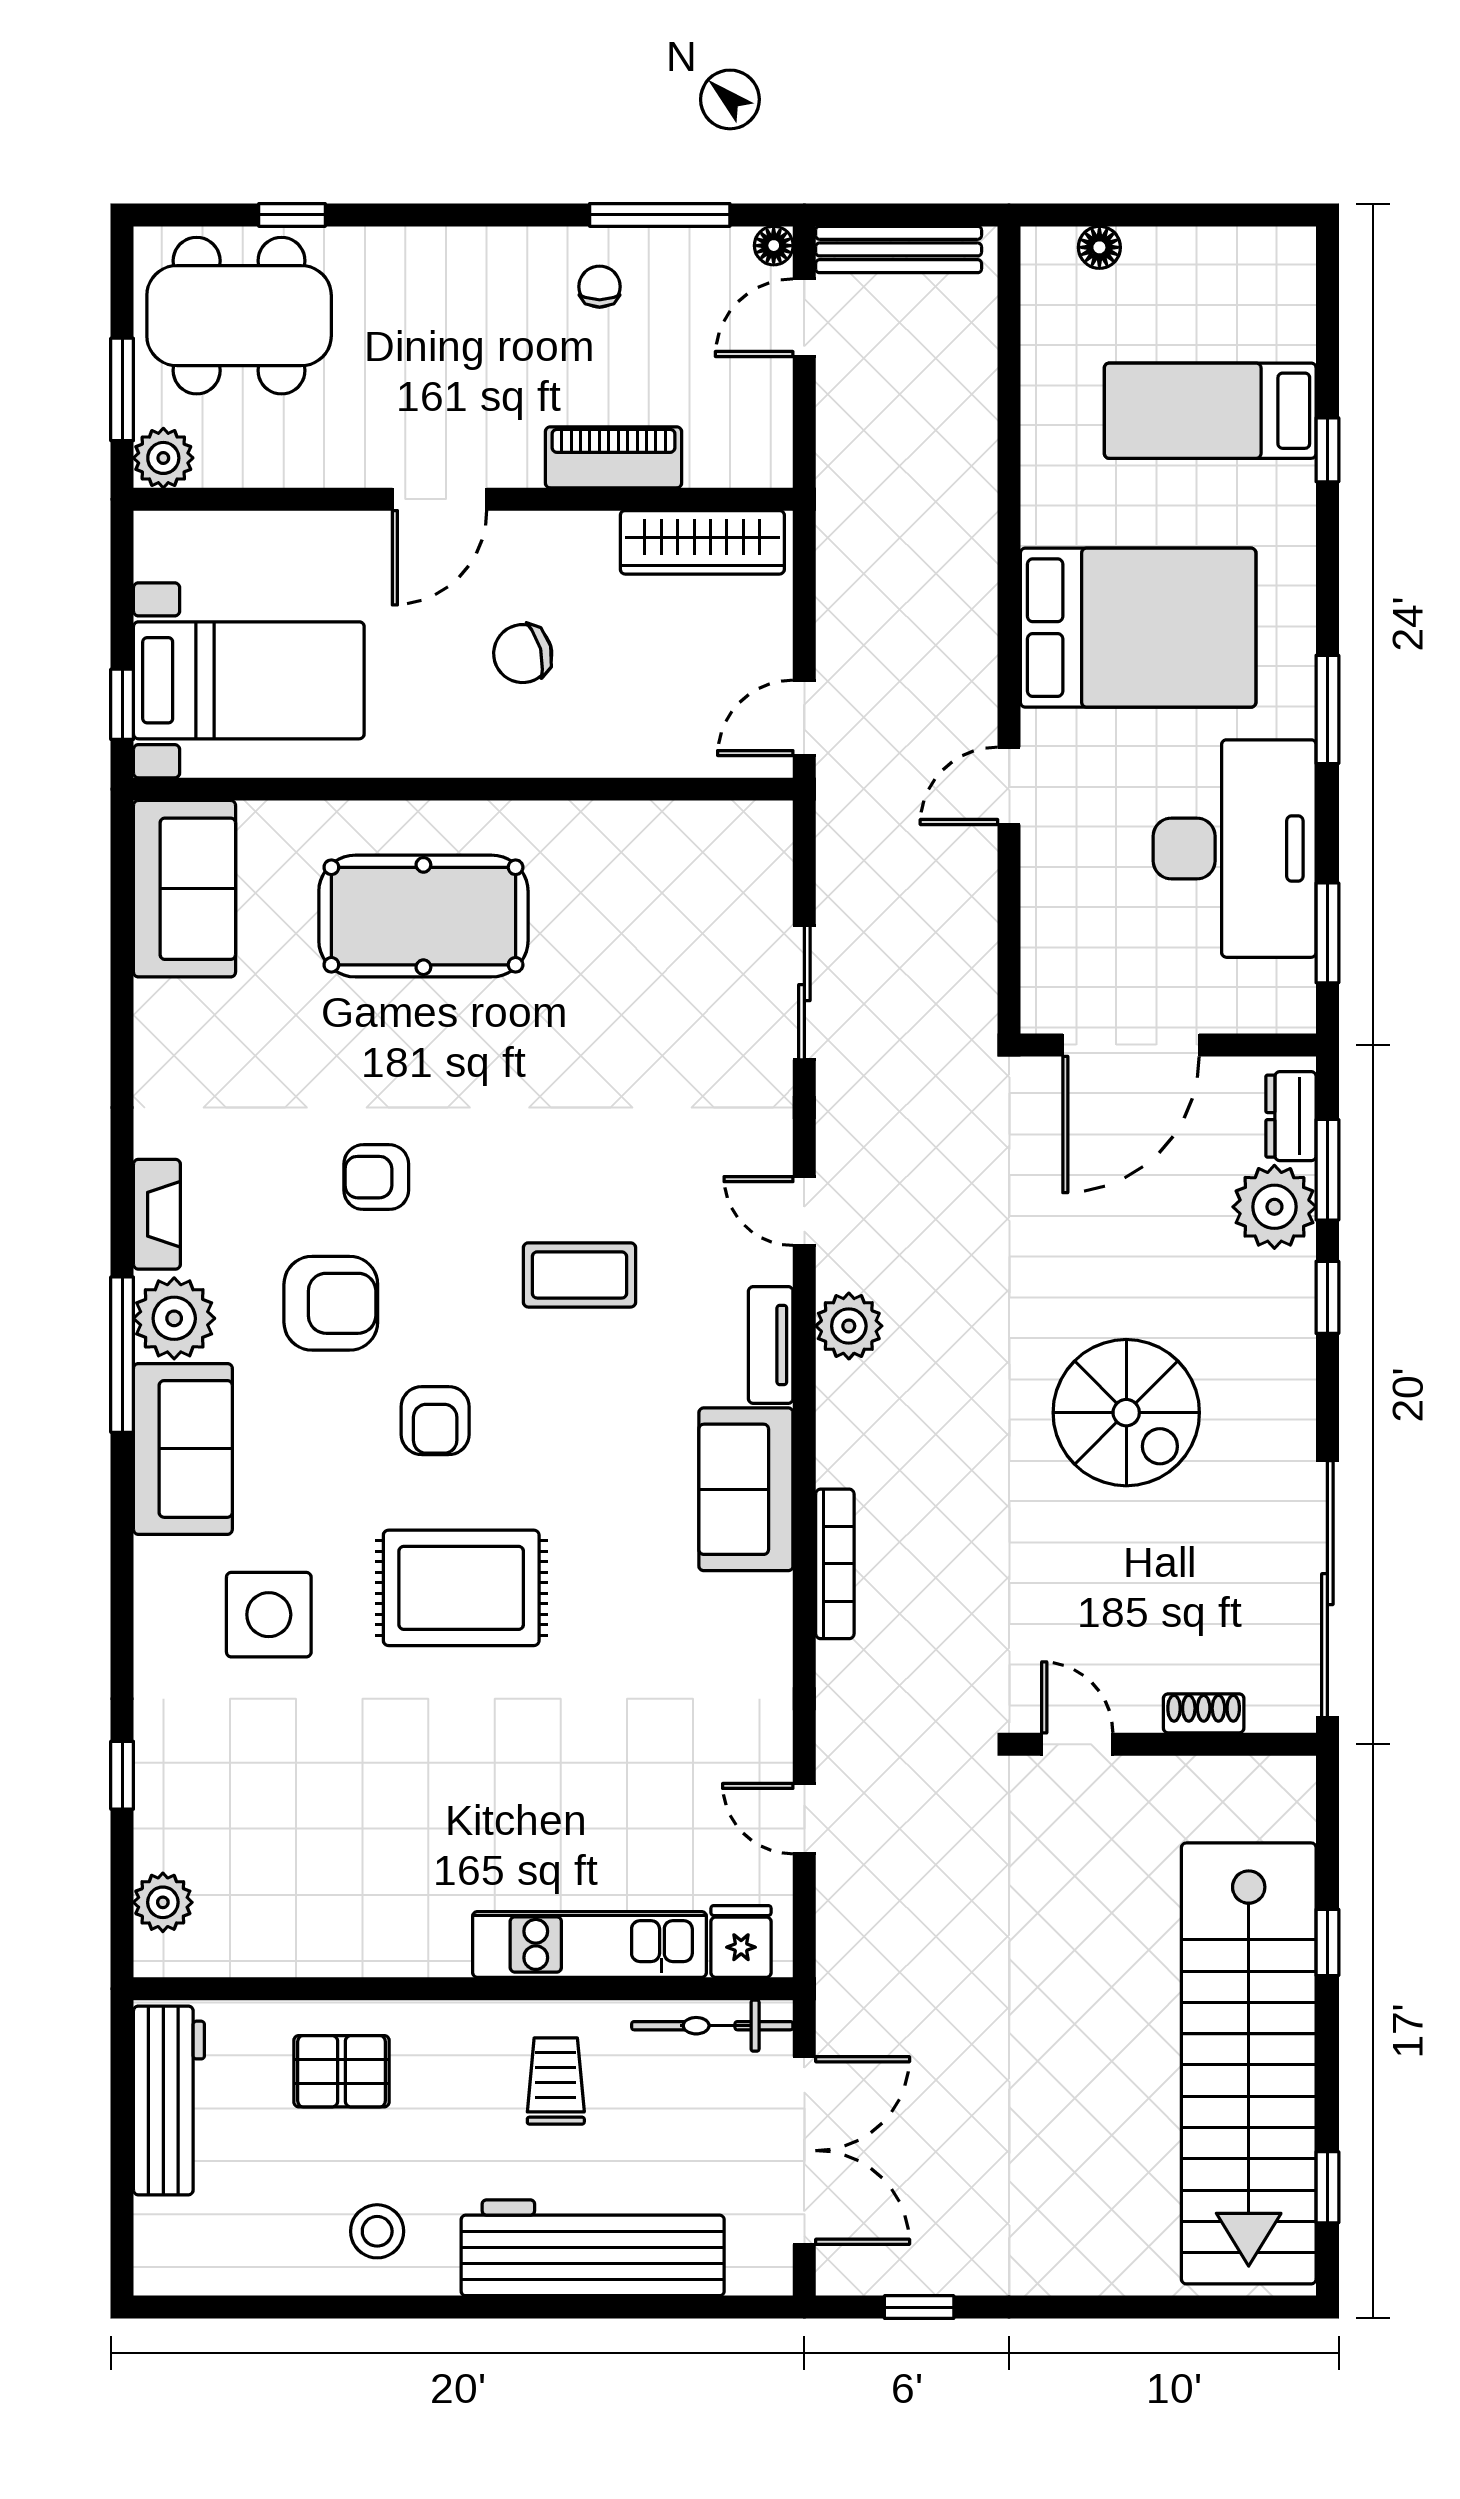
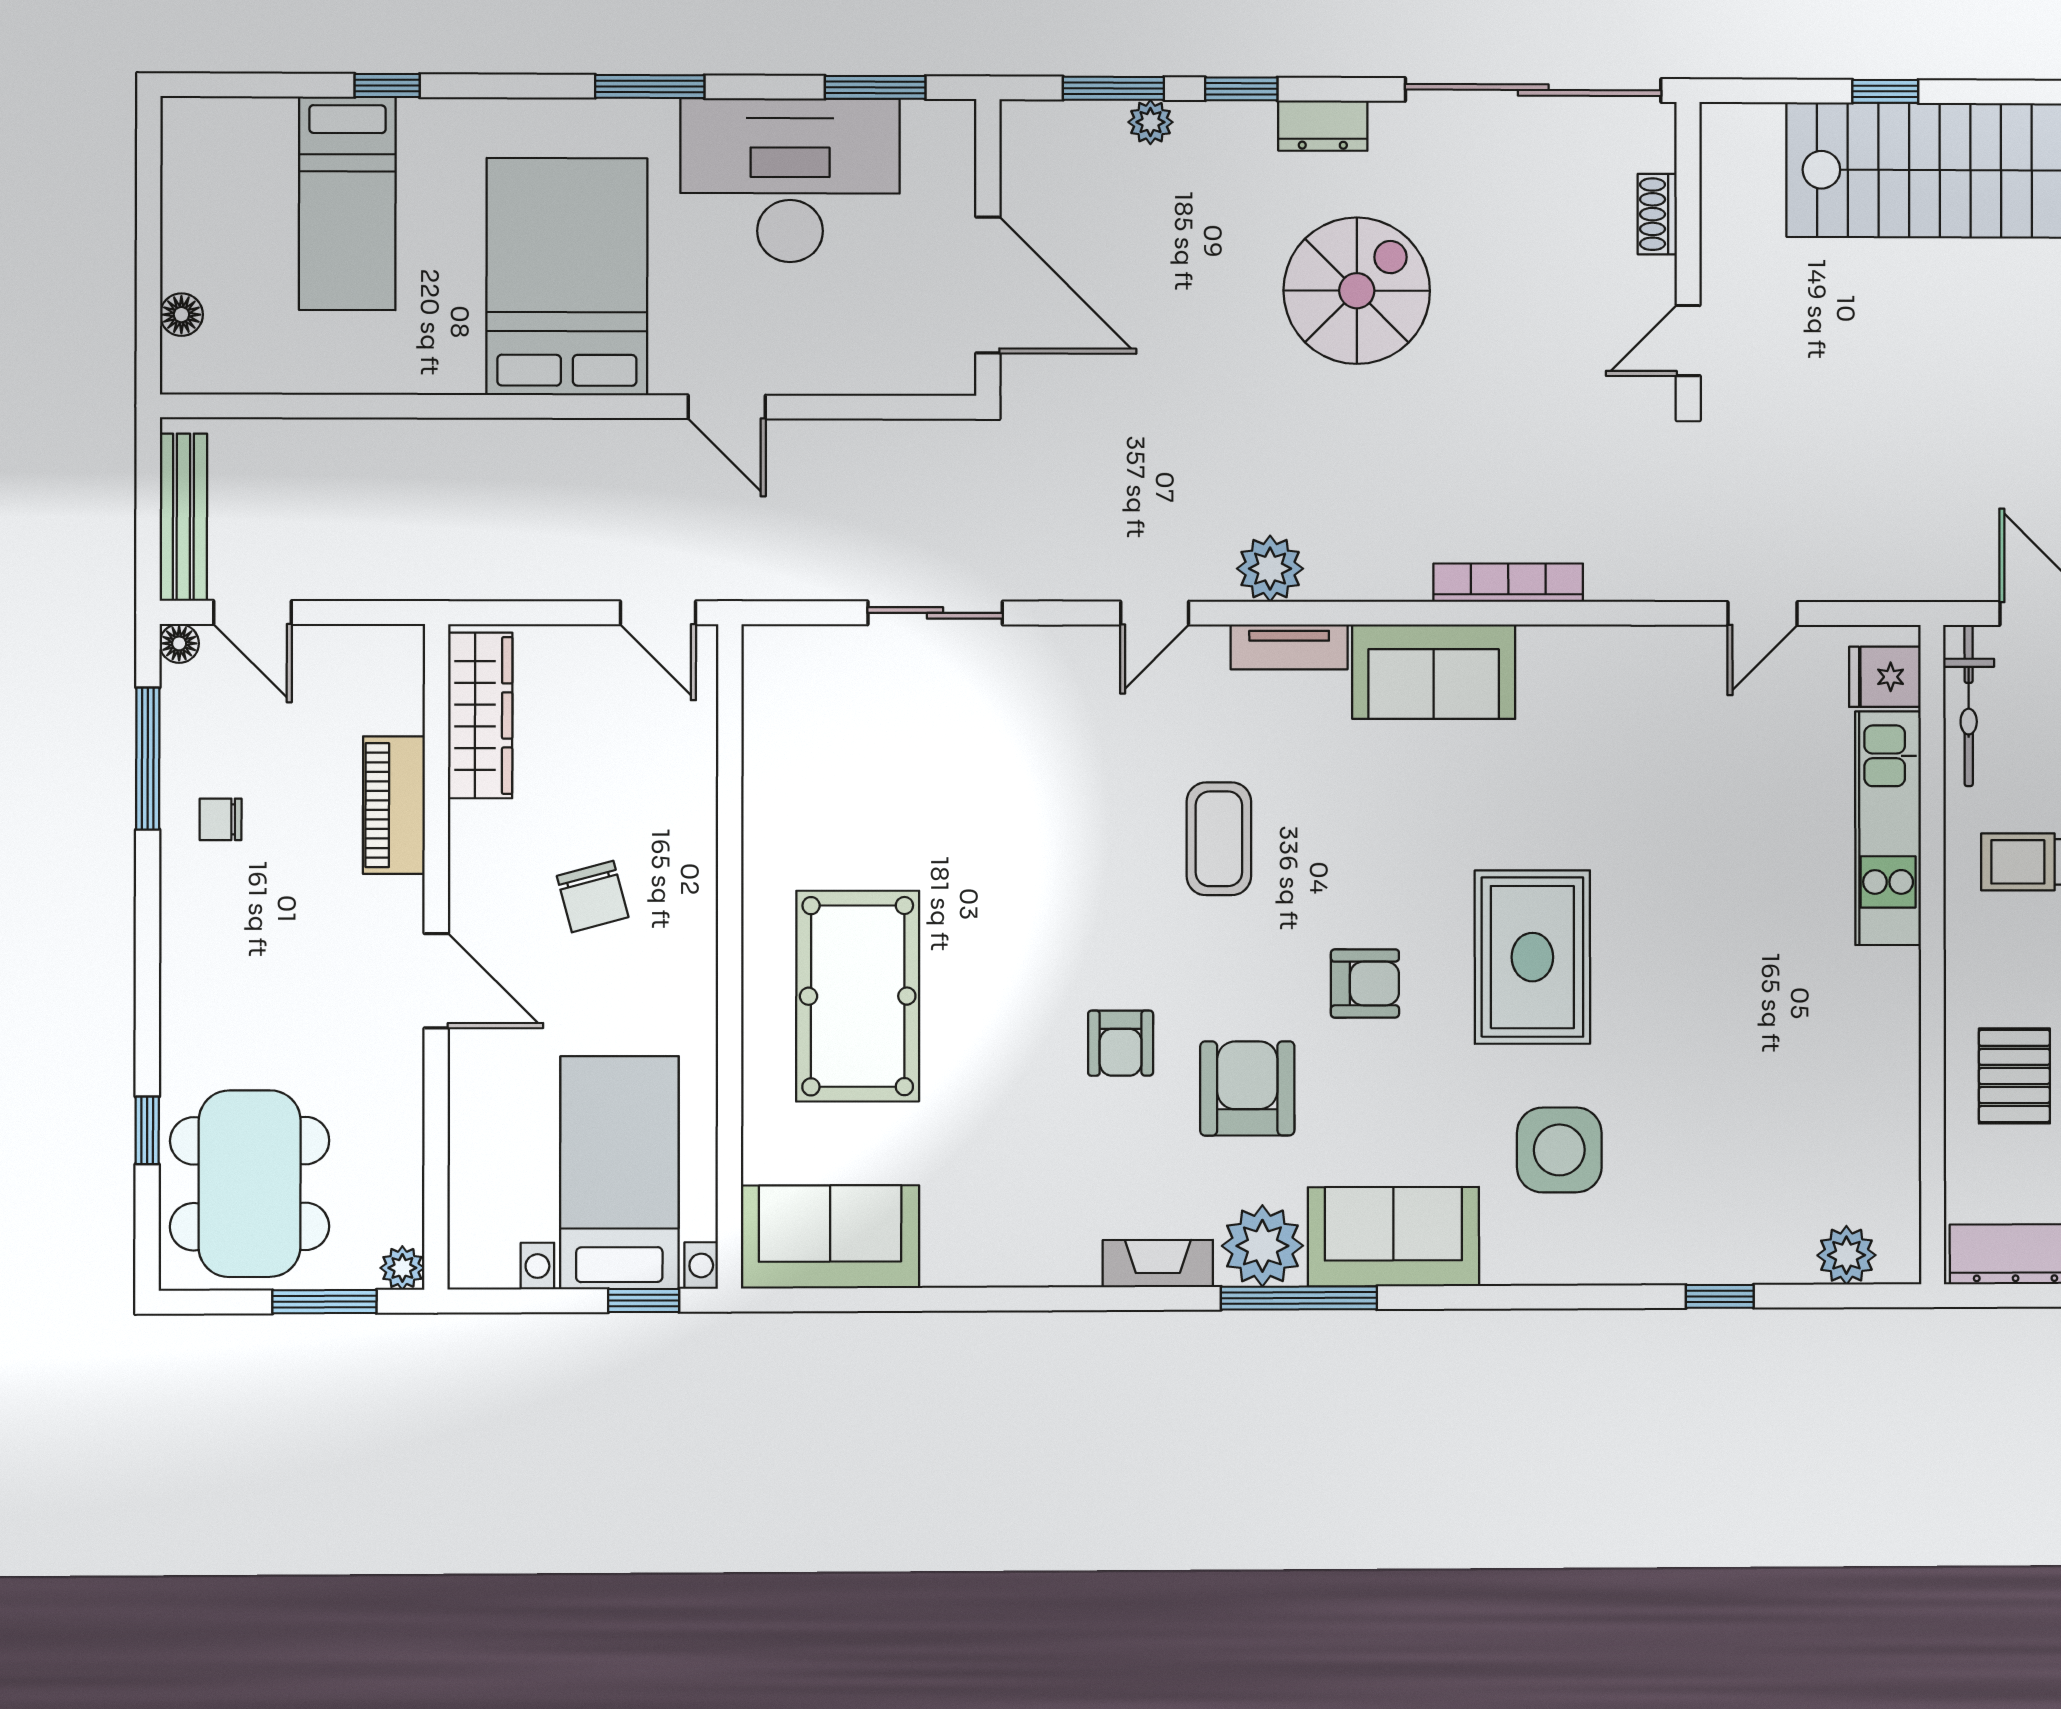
plant: (163, 458) -> (402, 1268), width x0.73, depth x0.73
dresser: (1291, 1116) -> (1323, 126), moved
plant: (1274, 1207) -> (1150, 122), width x0.53, depth x0.53

